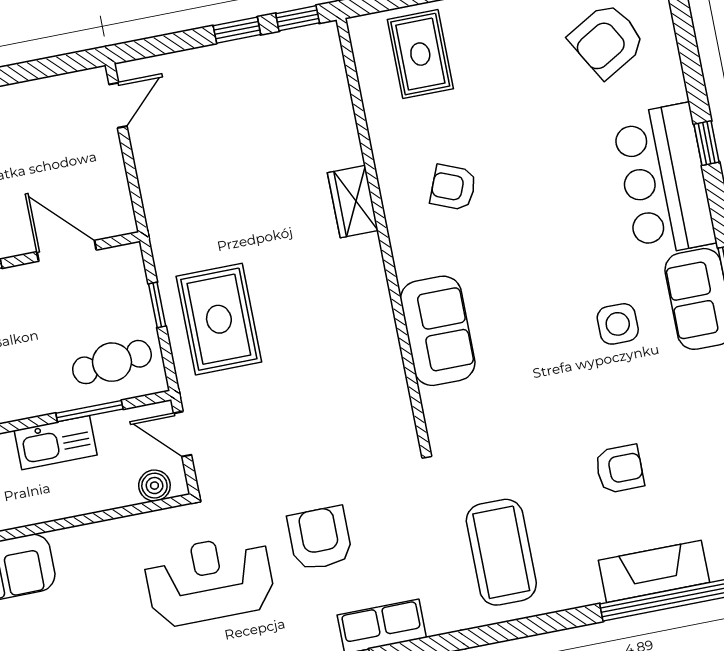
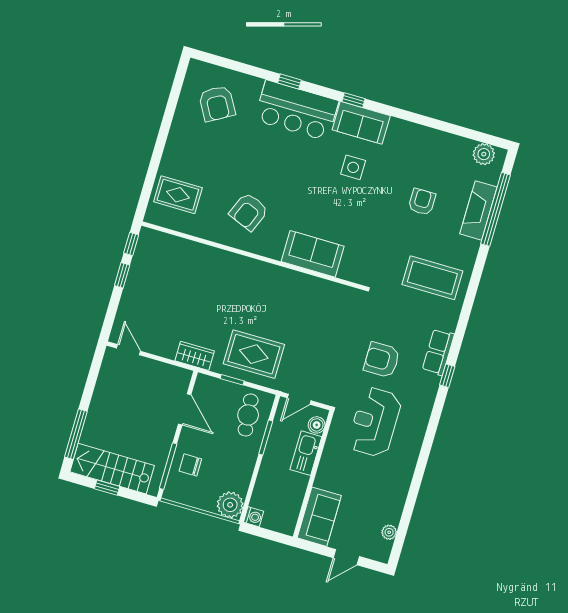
armchair: (453, 187) -> (249, 212), width x1.38, depth x1.38
wardrobe: (353, 202) -> (195, 356), moved, turned 180
door: (67, 251) -> (185, 409), swing flipped
kitchen sink: (56, 443) -> (306, 453), moved, turned 180

